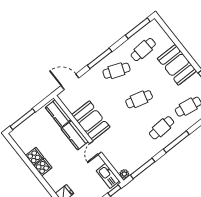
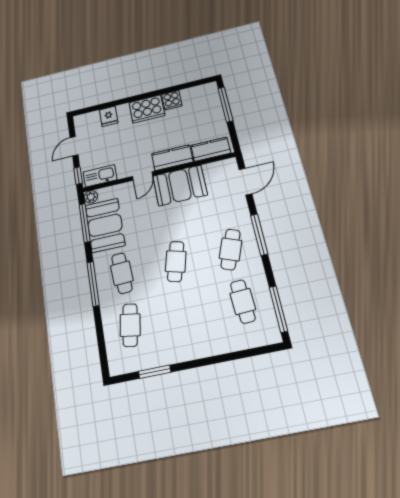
booth: (177, 65) -> (105, 225), moved, turned 90
door: (96, 148) -> (143, 176), swing flipped
cooker: (43, 167) -> (147, 109), width x1.87, depth x1.31

